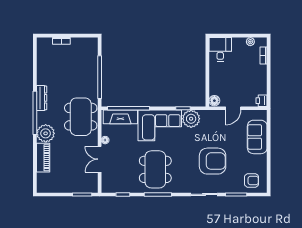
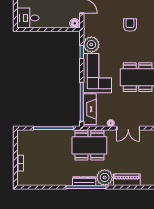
dresser: (42, 98) -> (84, 181), moved
armchair: (213, 161) -> (130, 25), width x0.53, depth x0.53

